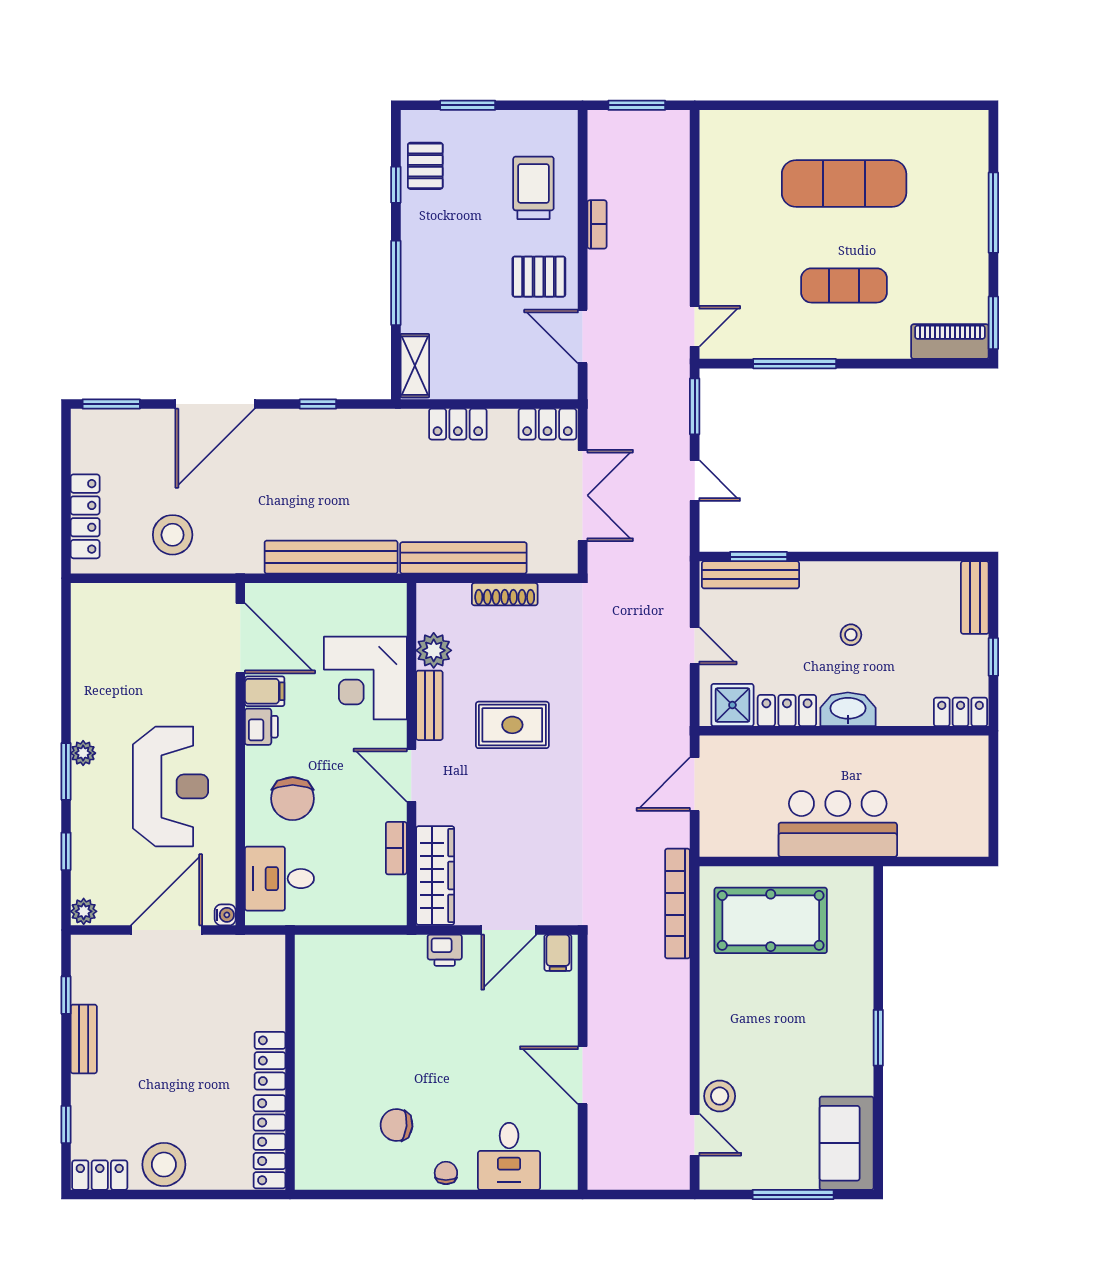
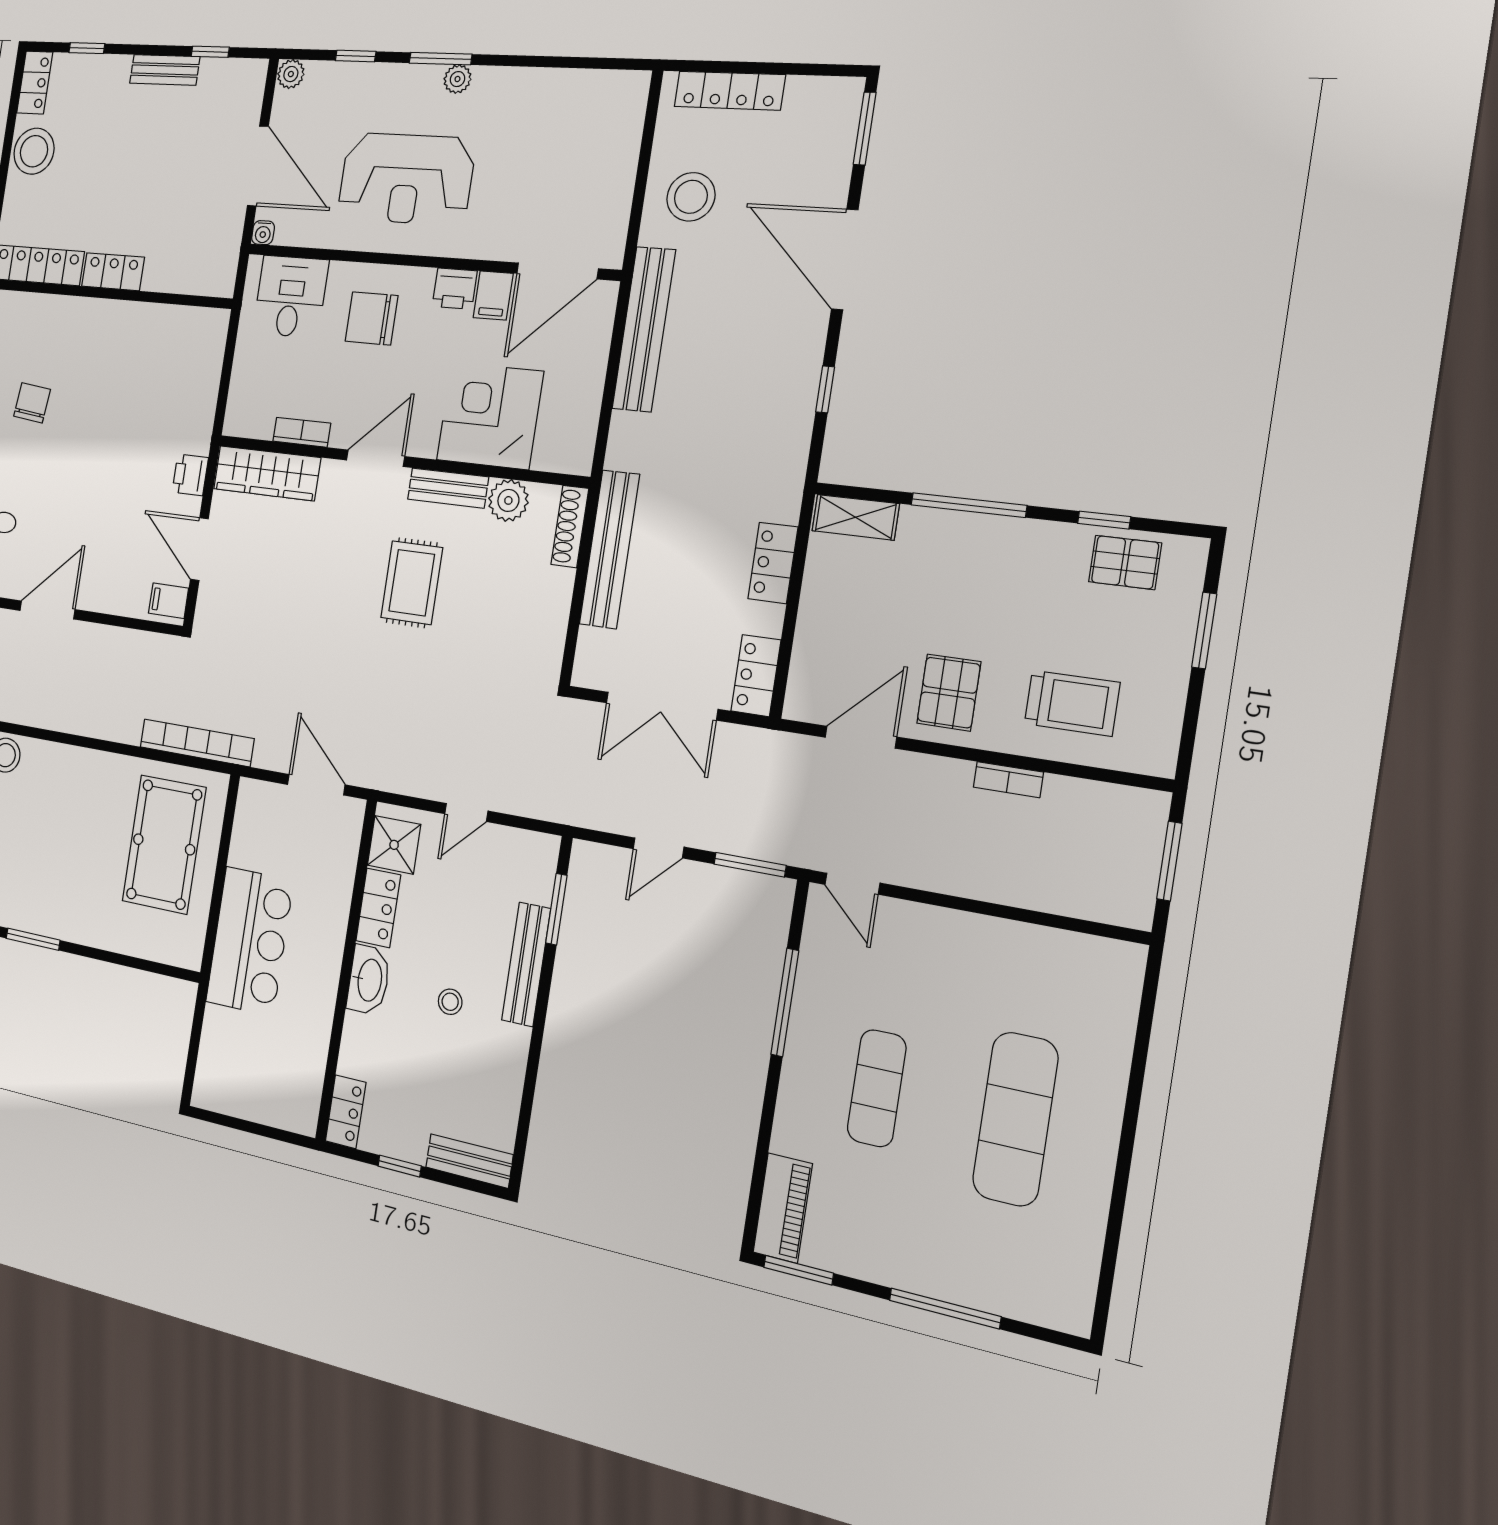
bench: (331, 557) -> (644, 329), moved
bench: (750, 575) -> (526, 964), moved
shoe rack: (505, 594) -> (570, 526), moved

